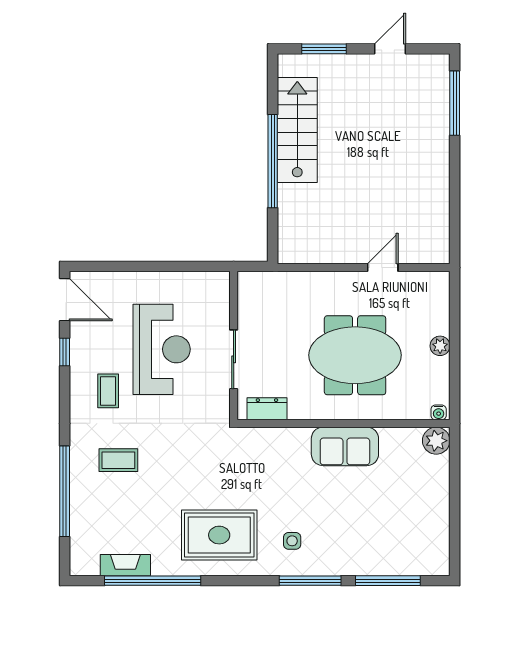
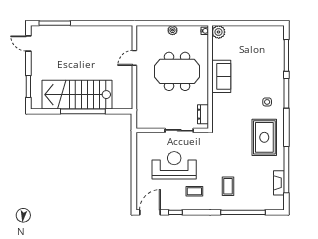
door: (390, 49) -> (28, 43), moved
stairs: (297, 130) -> (77, 95), width x1.36, depth x1.51
door: (383, 268) -> (134, 58), hinge flipped
meeting table: (355, 355) -> (177, 71), turned 90

